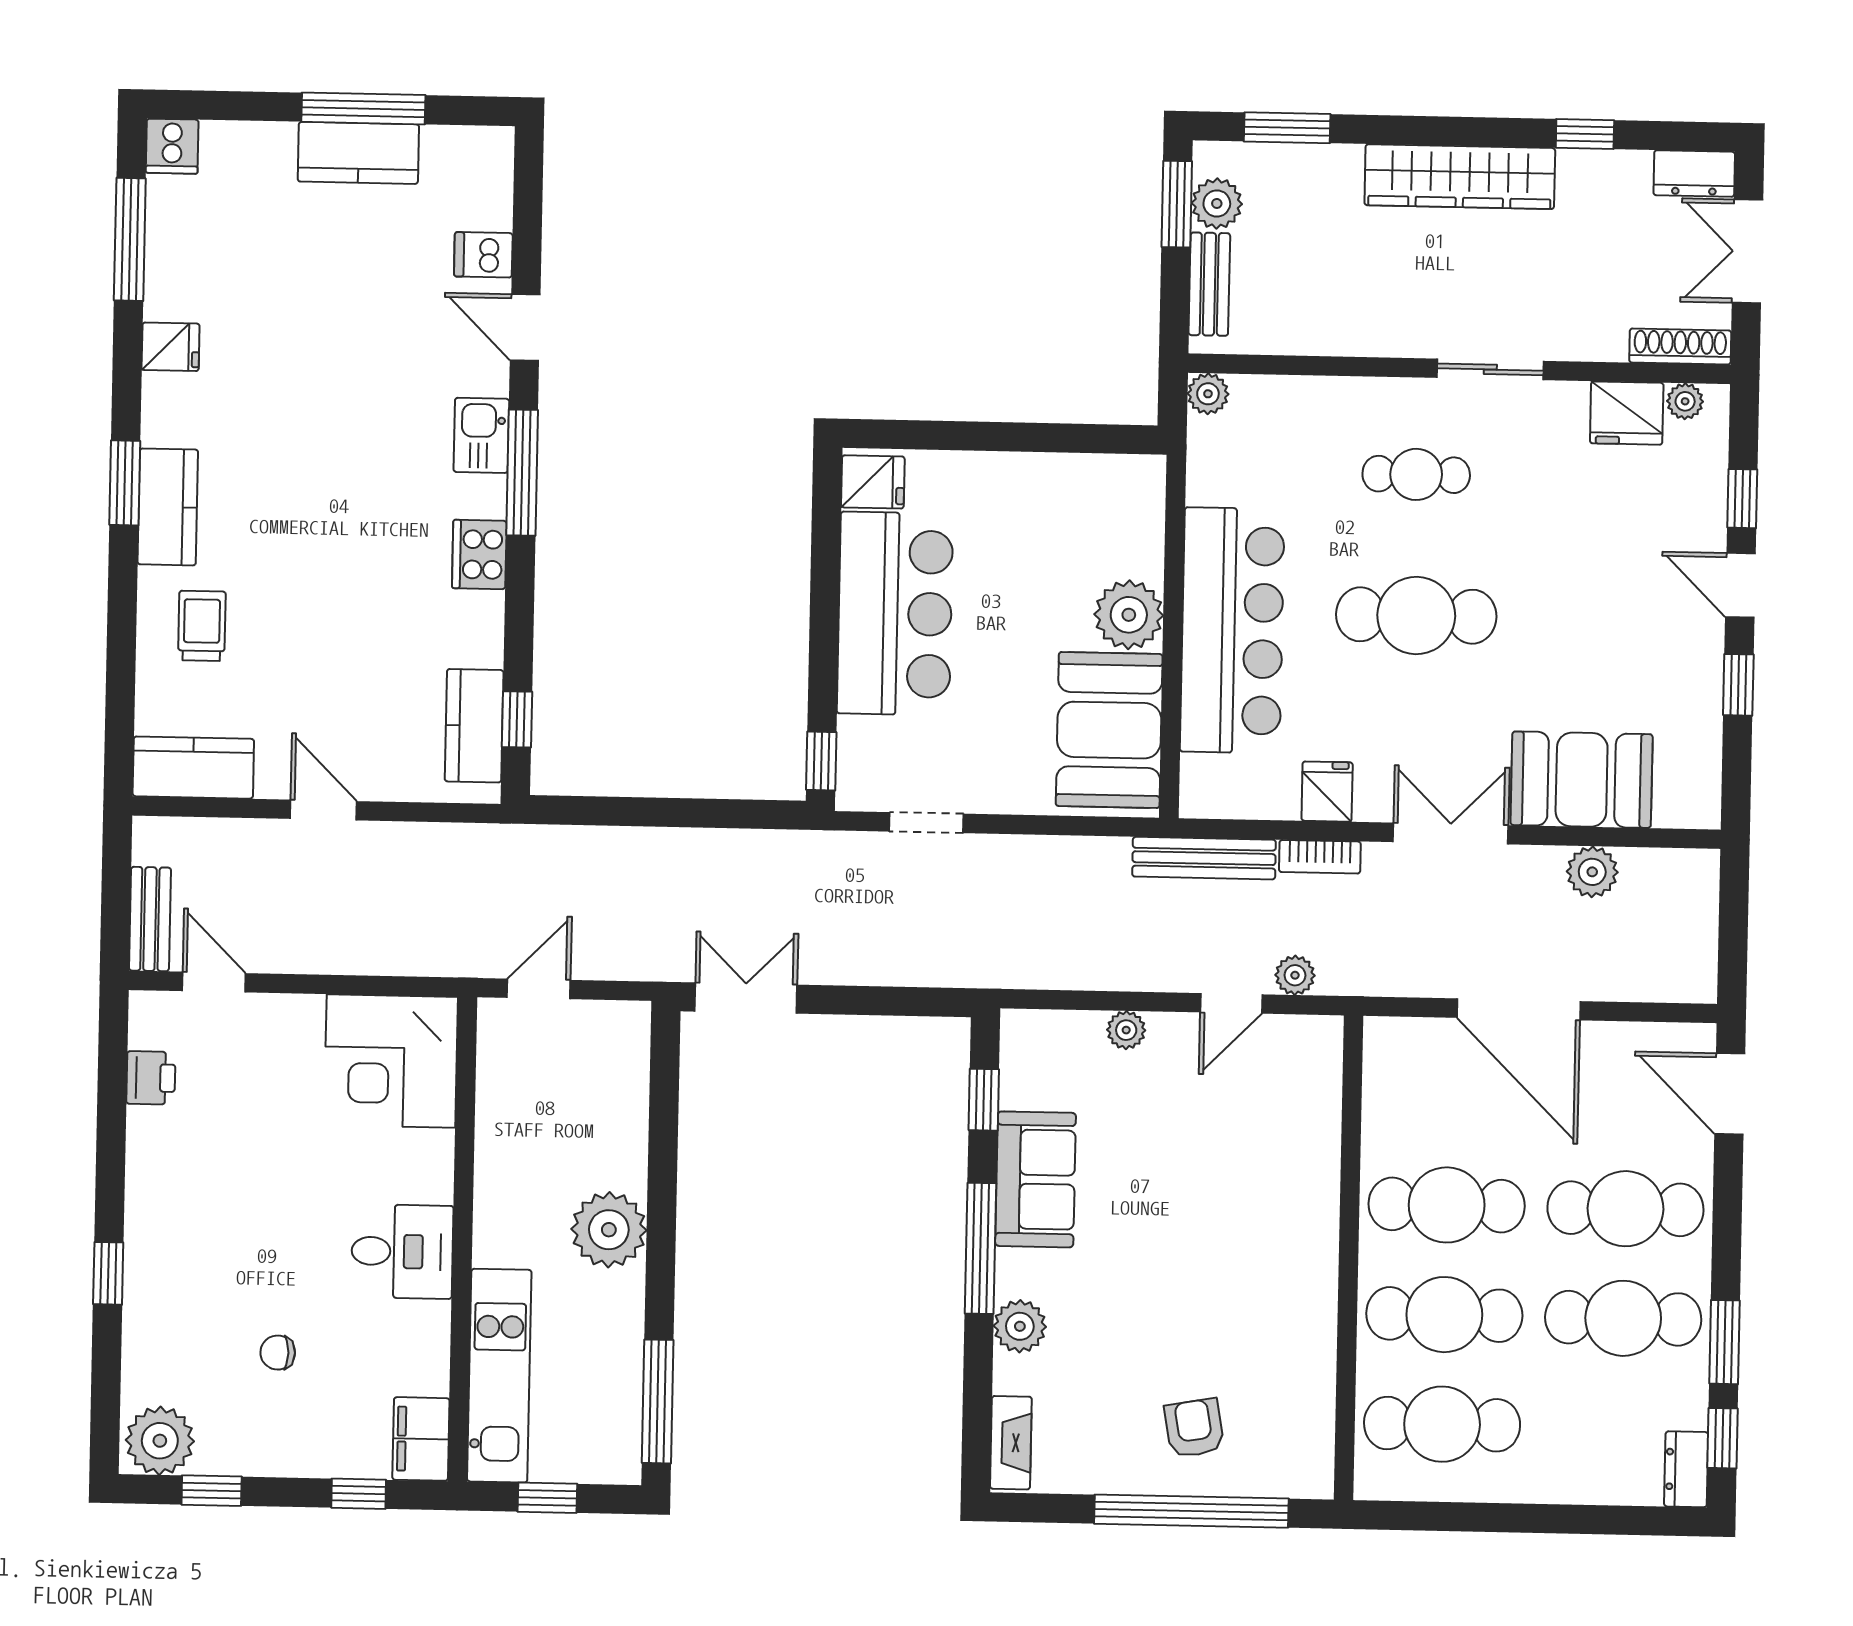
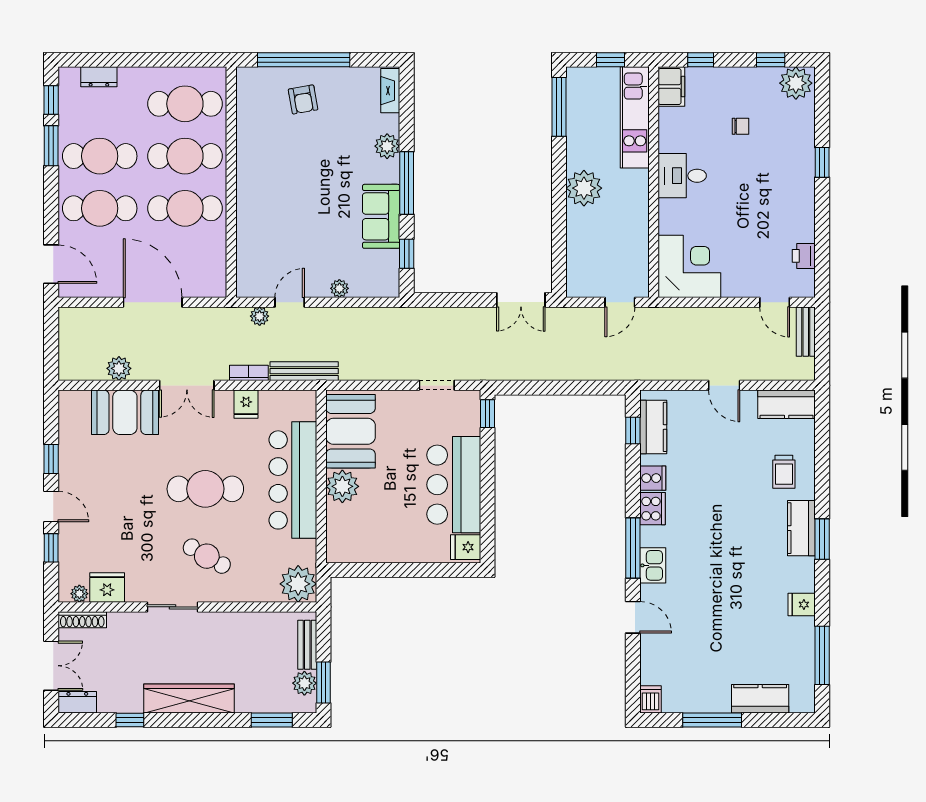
cooker: (172, 146) -> (653, 478), moved, turned 90
kitchen counter: (358, 153) -> (760, 699), moved
dishwasher: (483, 255) -> (650, 699), moved, turned -90
plant: (1208, 394) -> (298, 584), width x1.87, depth x1.87
cafe table: (1416, 474) -> (207, 556), turned 30
dresser: (1686, 1469) -> (99, 77), moved, turned 90

